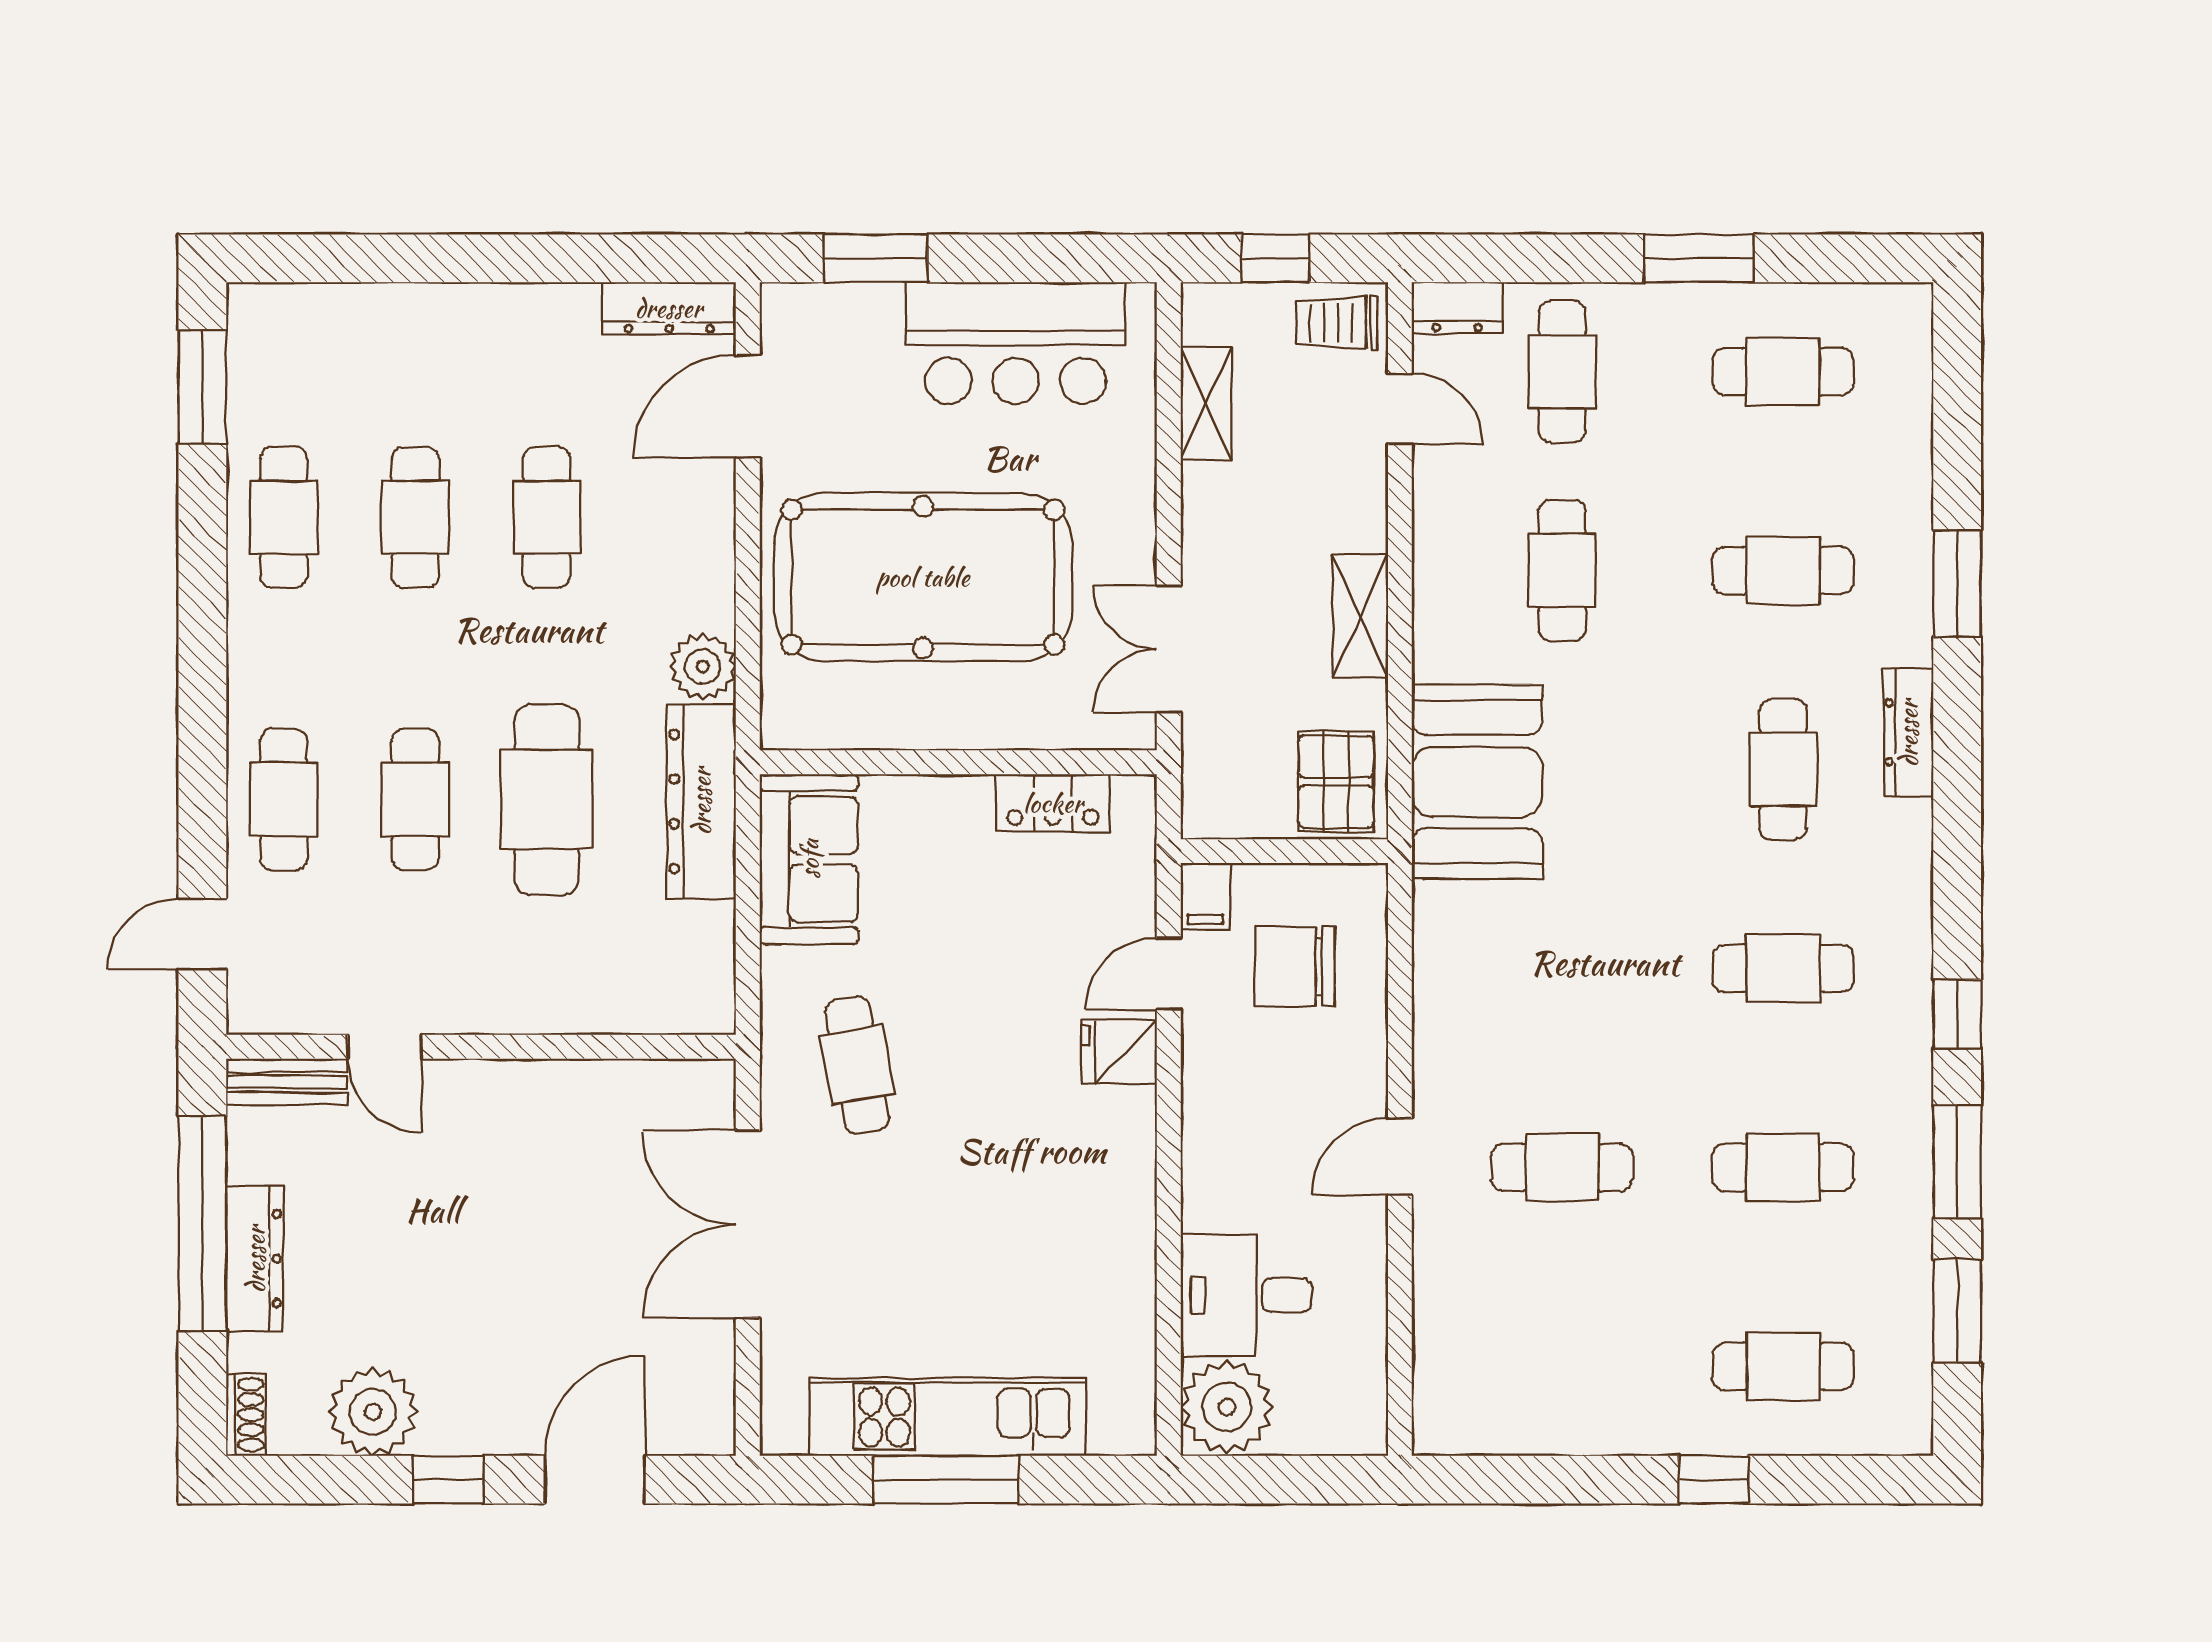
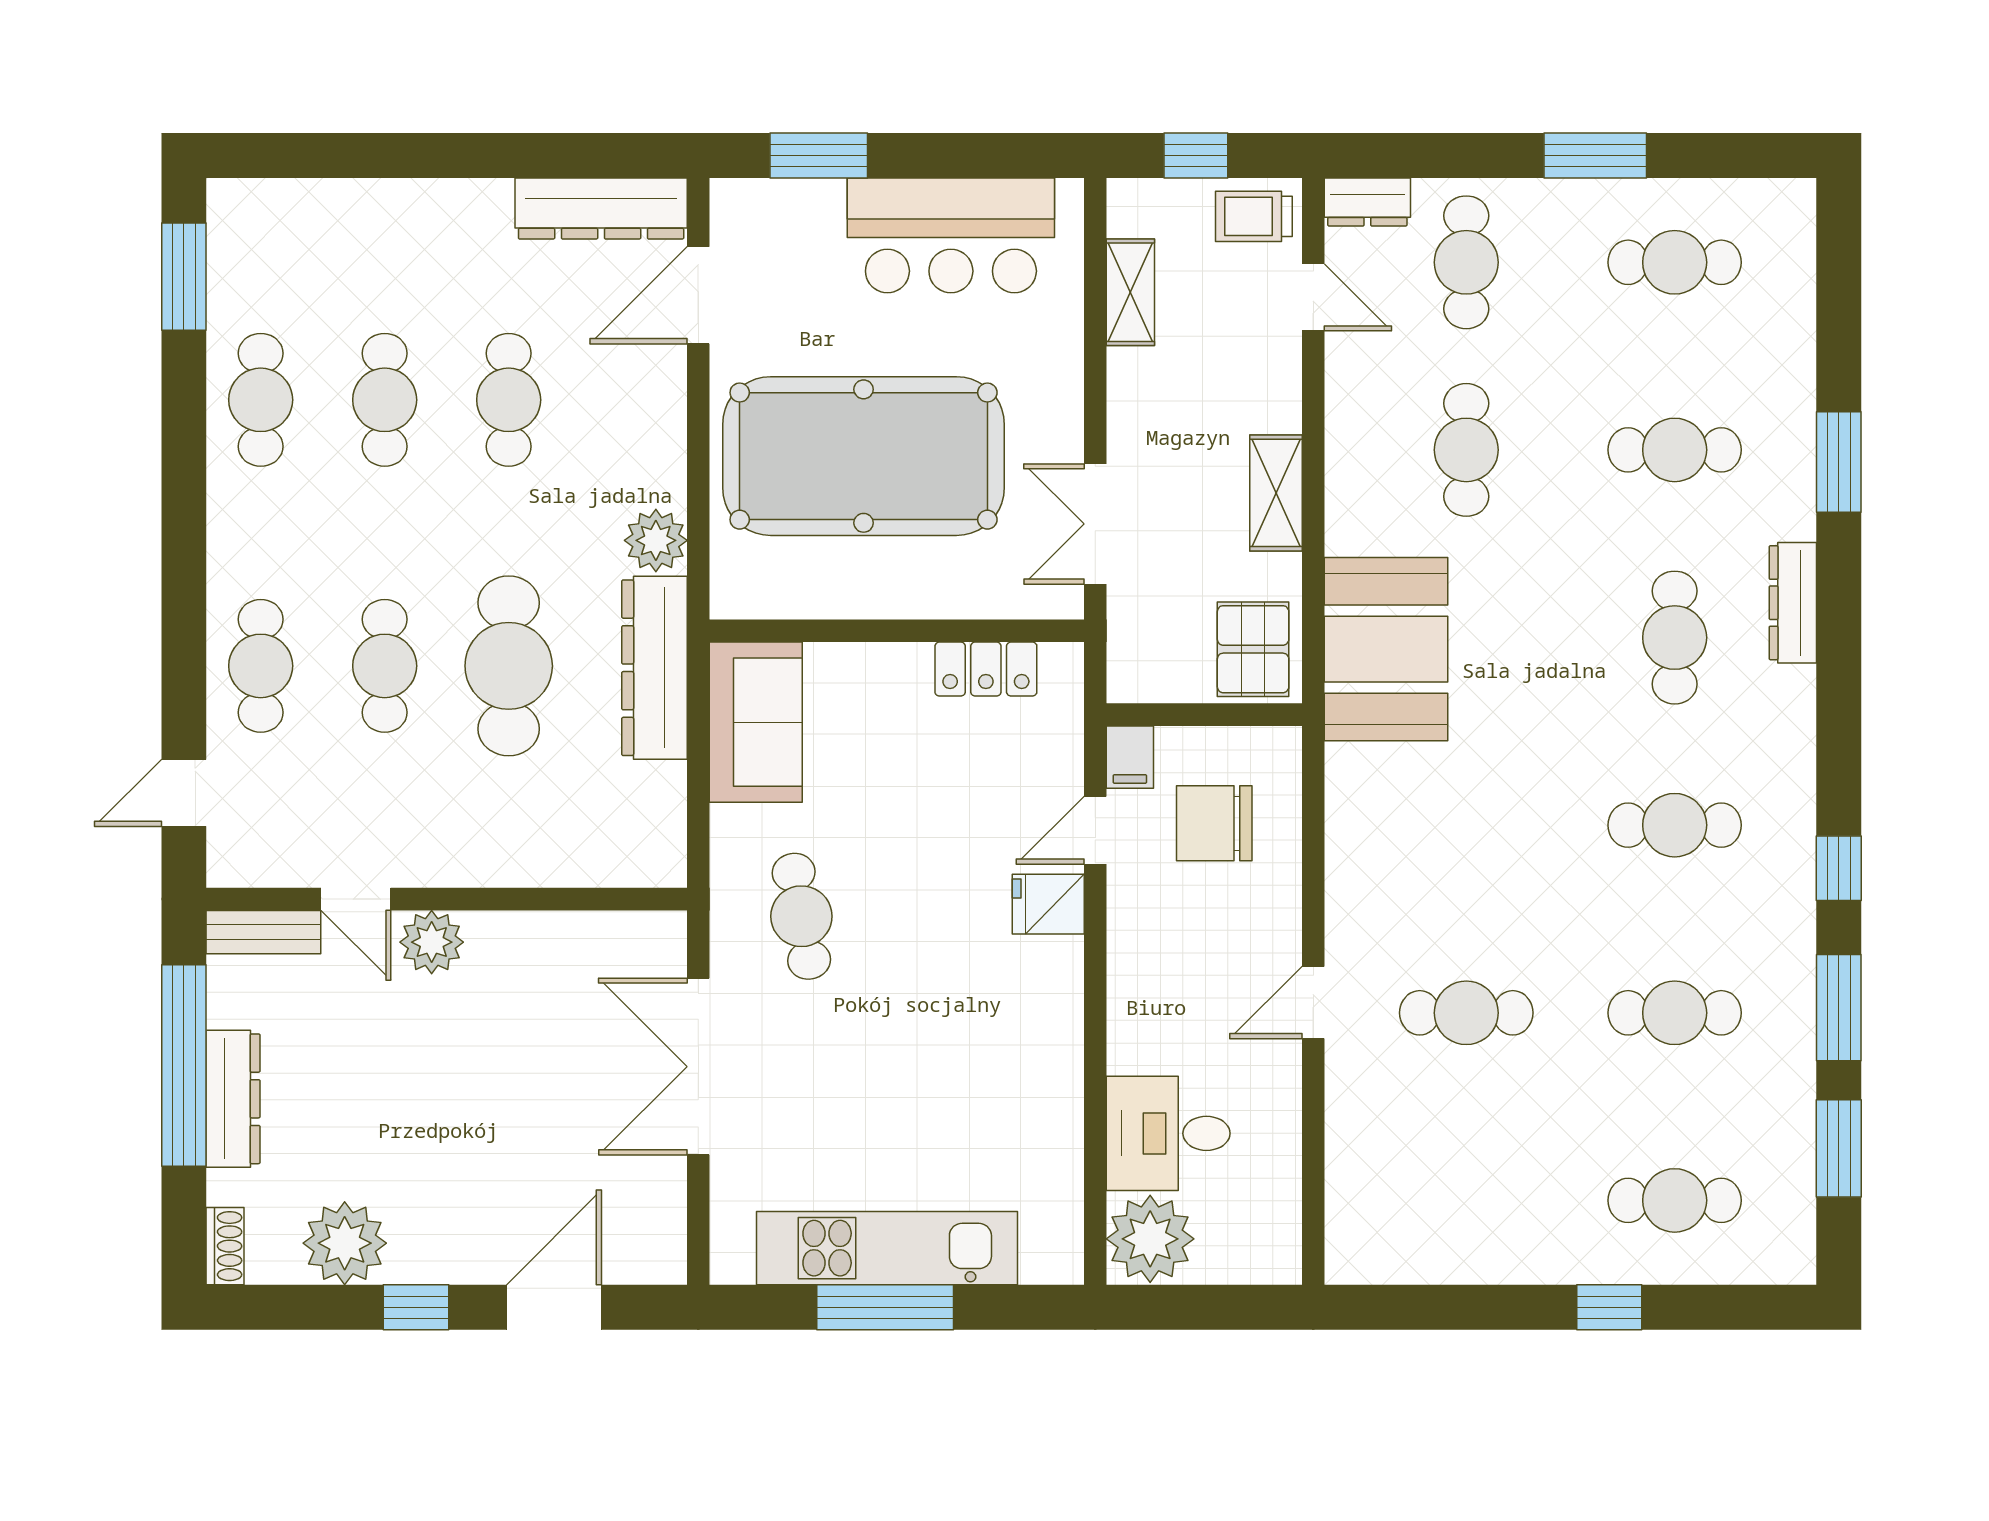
dresser: (669, 308) -> (601, 209), width x1.37, depth x1.24
plant: (465, 1092) -> (432, 942), added

